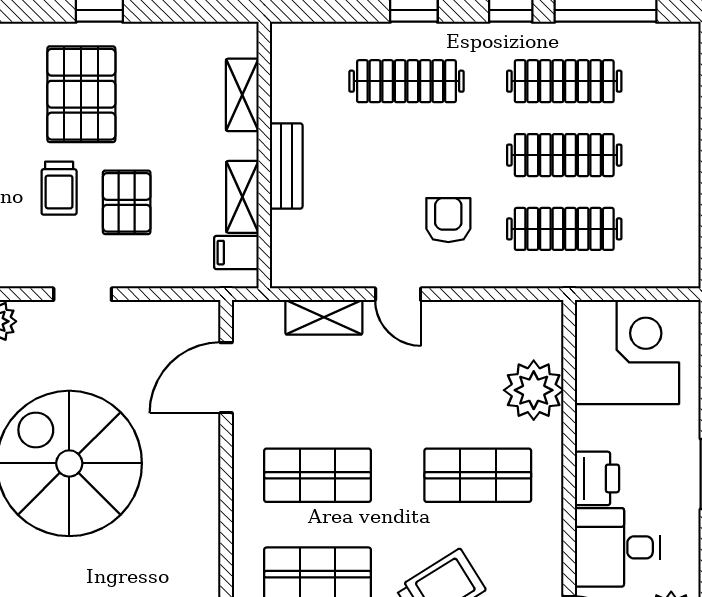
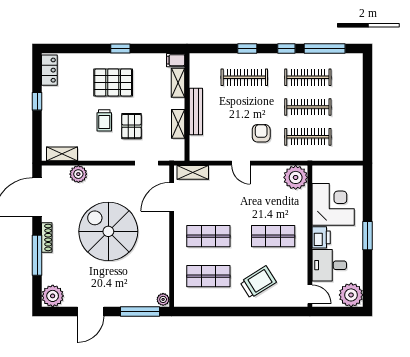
pallet: (81, 94) -> (113, 82), turned 90
bench: (286, 166) -> (196, 111), width x1.36
filing cabinet: (236, 253) -> (176, 60), moved
doorway: (83, 294) -> (147, 163), moved
shelving: (324, 317) -> (193, 172), moved
corner desk: (627, 352) -> (333, 204), moved
plant: (534, 390) -> (296, 177), moved

